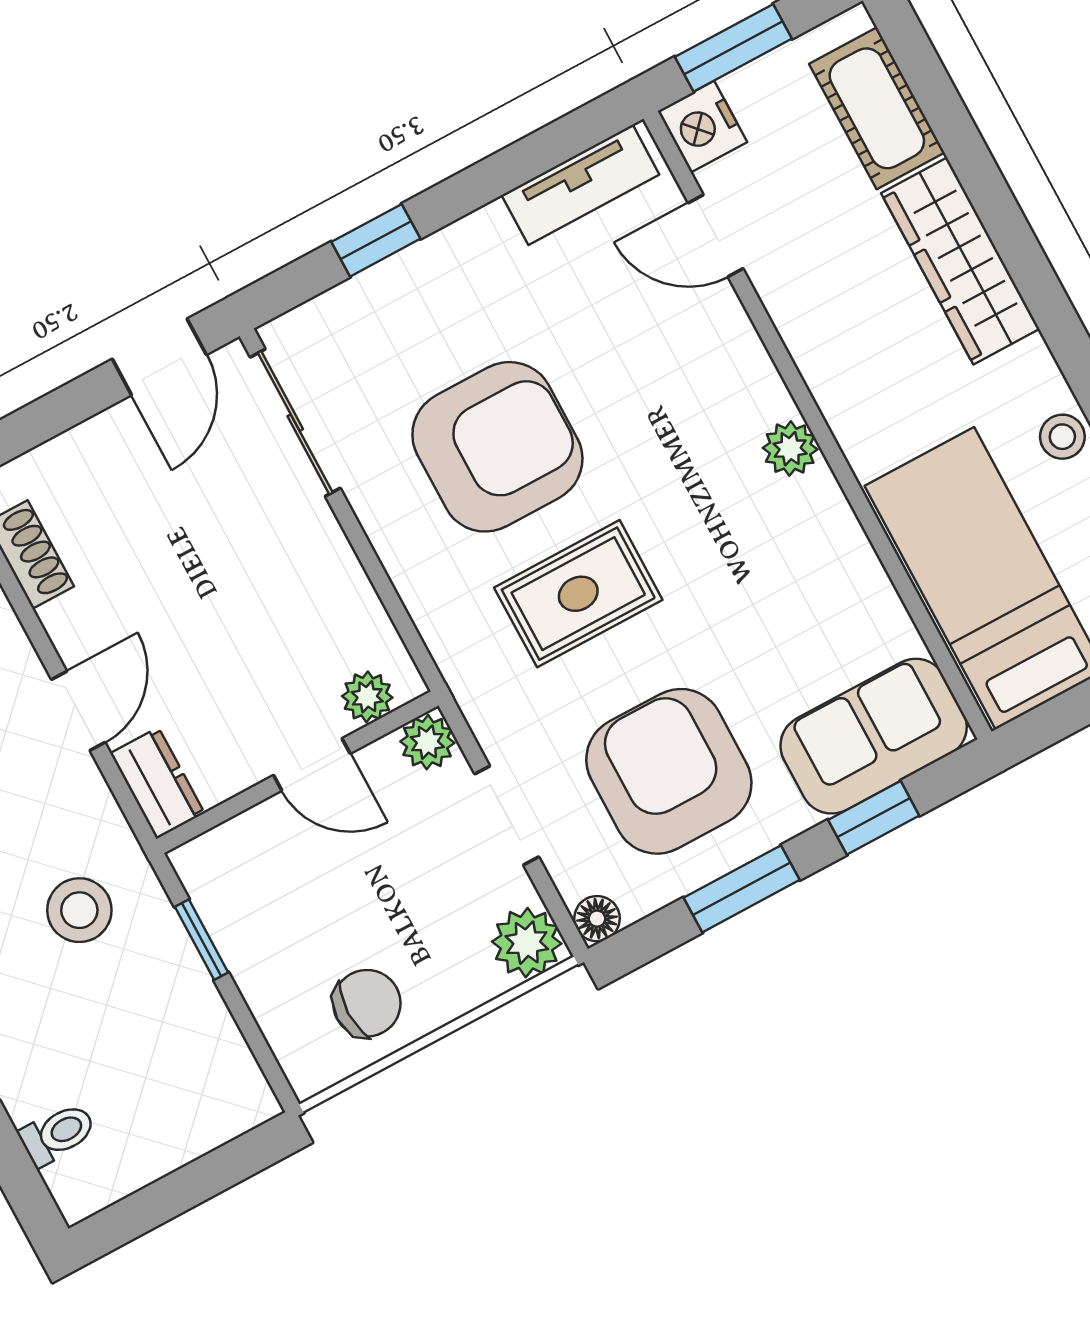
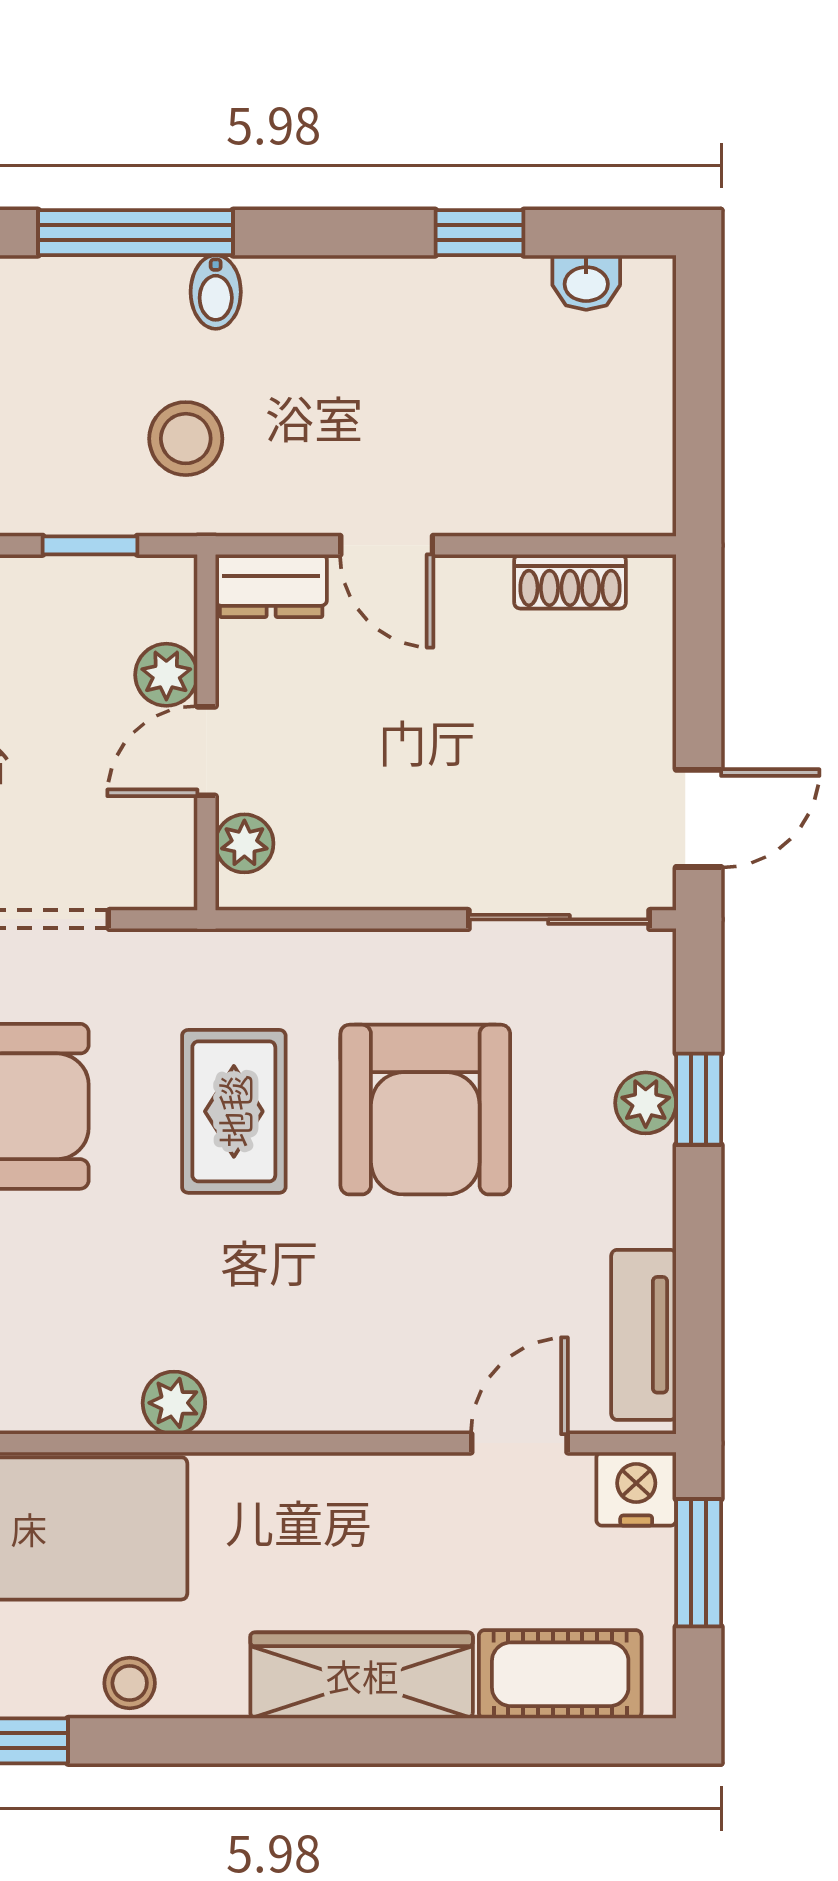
plant: (401, 280) -> (646, 1103), added
door: (159, 357) -> (699, 818), swing flipped
plant: (790, 449) -> (174, 1403), moved
plant: (427, 742) -> (166, 675), moved

